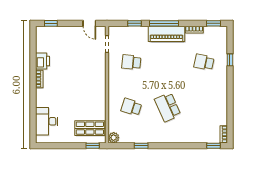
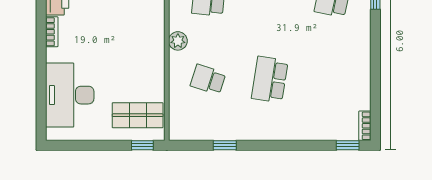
school desk: (168, 107) -> (270, 79), turned 33
desk: (47, 121) -> (70, 95), width x1.36, depth x1.30
plant: (114, 138) -> (178, 41), moved

